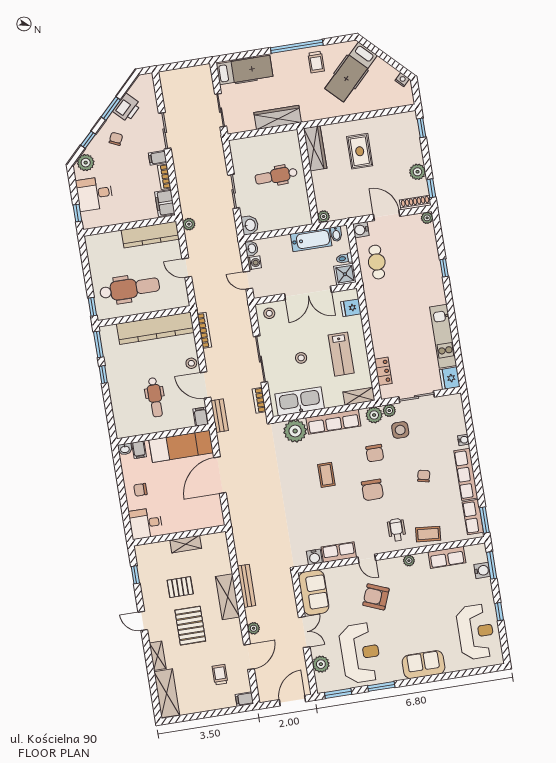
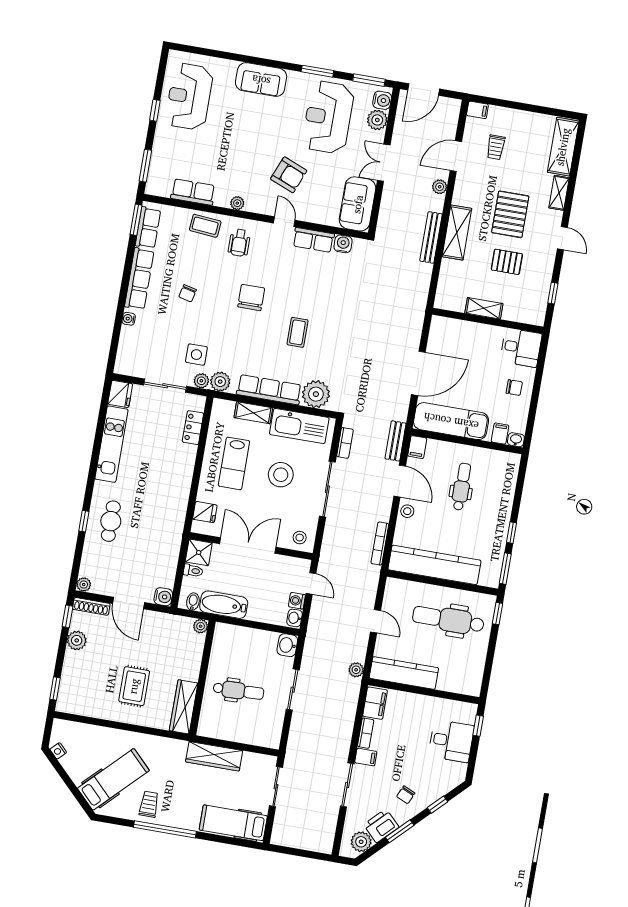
plant: (86, 163) -> (361, 842), moved
cafe table: (377, 262) -> (111, 521), moved
lab bench: (341, 354) -> (234, 463), turned 180
stool: (301, 358) -> (281, 475), width x1.89, depth x1.89
shelving: (359, 396) -> (253, 413), moved
chair: (375, 453) -> (234, 338), removed
water cooler: (482, 570) -> (382, 100), moved, turned 180

